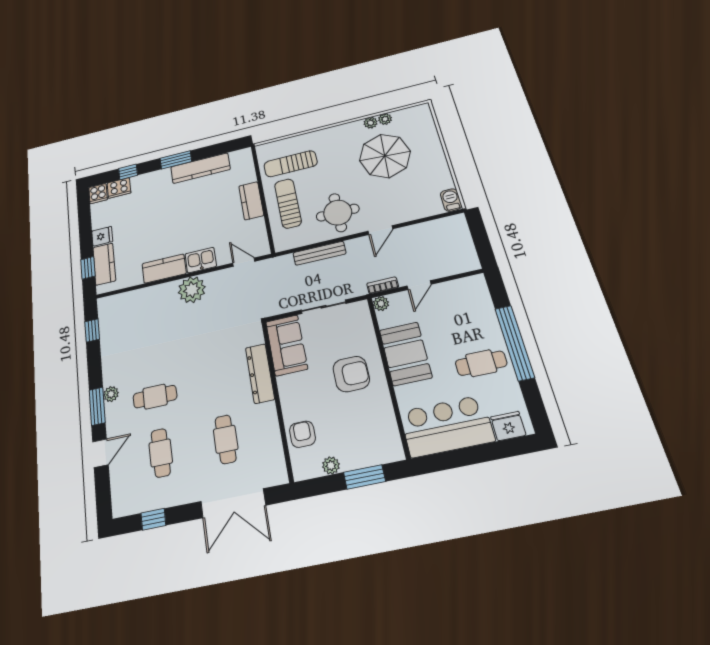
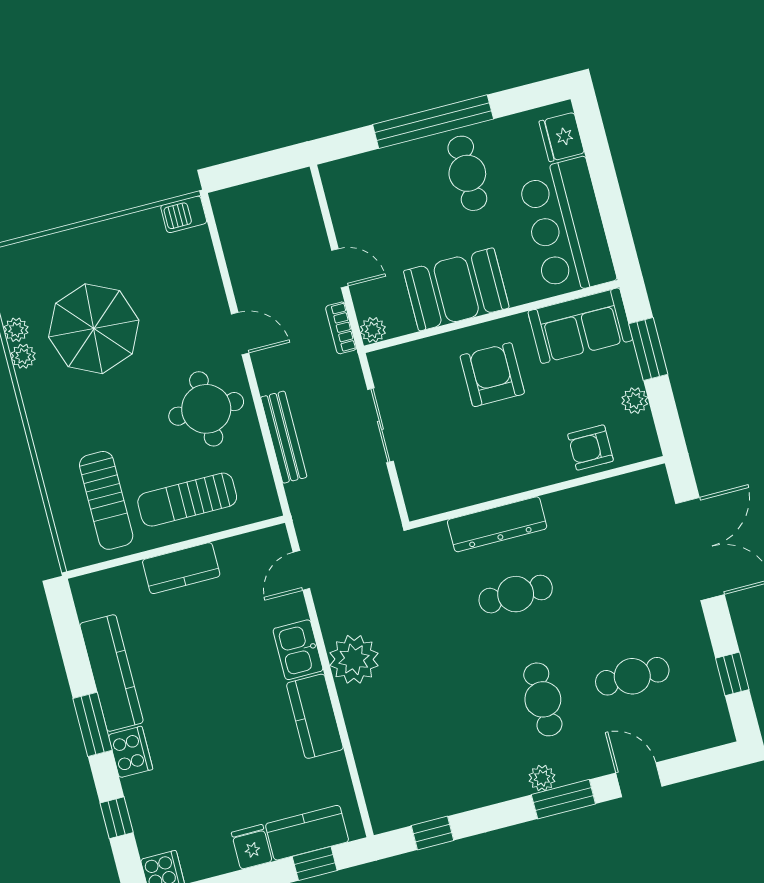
cooker: (119, 188) -> (131, 752), moved
sofa: (287, 345) -> (580, 326), moved, turned 180
cafe table: (226, 439) -> (516, 594), moved

